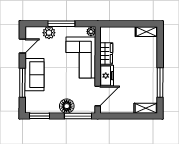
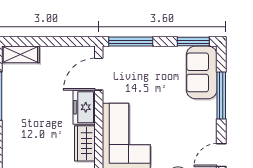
sofa: (34, 75) -> (202, 72), moved
floor lamp: (67, 106) -> (149, 58), removed

